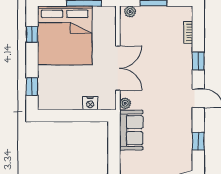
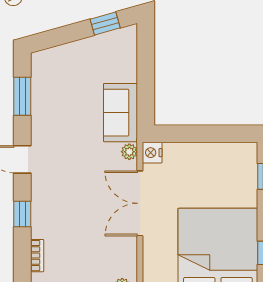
nightstand: (90, 103) -> (152, 153), moved, turned -90
window: (198, 141) -> (22, 96), width x1.50

